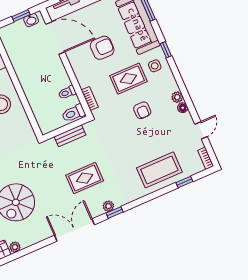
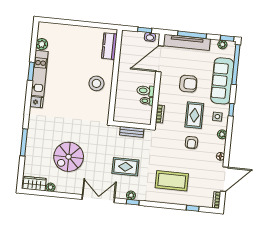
door: (55, 38) -> (160, 59), swing flipped
rug: (128, 79) -> (194, 115), turned 90
plant: (177, 97) -> (222, 134), moved
toilet: (73, 113) -> (146, 91), moved
door: (201, 130) -> (224, 179), width x1.87
coffee table: (159, 170) -> (172, 181), moved

